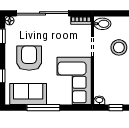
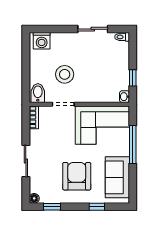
sliding door: (43, 13) -> (26, 161), width x0.54
armchair: (29, 58) -> (77, 176), turned 90
window: (43, 108) -> (133, 145), moved

